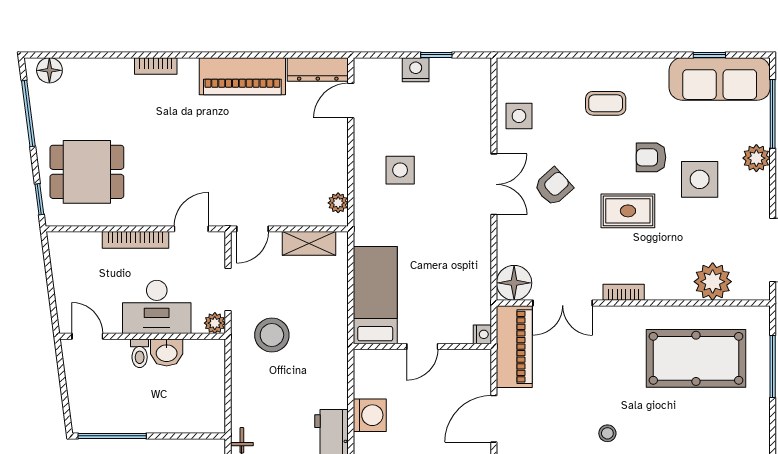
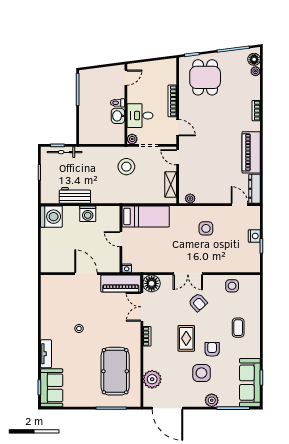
plant: (74, 67) -> (256, 71), added
double door: (494, 184) -> (188, 274), moved
desk: (157, 307) -> (140, 116), width x0.73

